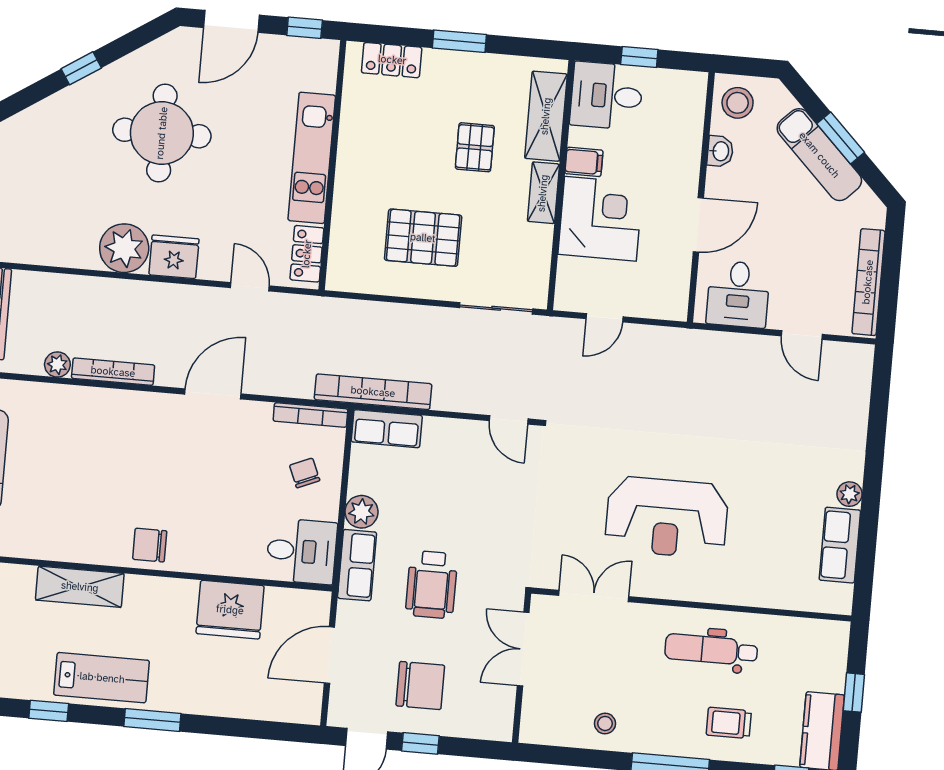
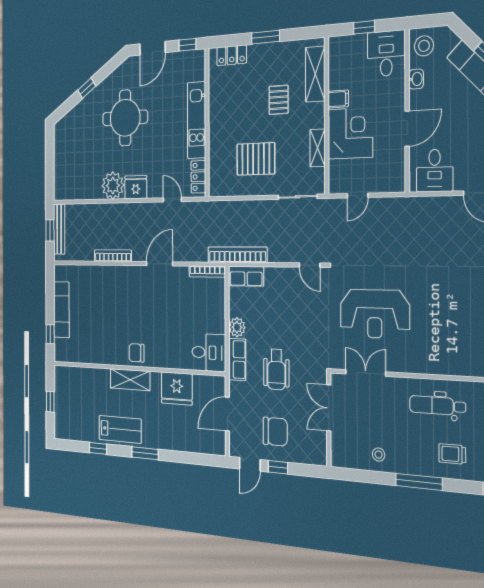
desk: (607, 96) -> (386, 54), moved, turned 90
shelving: (543, 193) -> (318, 148), moved
plant: (57, 365) -> (88, 254), removed
chair: (305, 473) -> (207, 306), removed
reception desk: (667, 517) -> (375, 314), moved
shelving: (80, 587) -> (130, 380), moved

